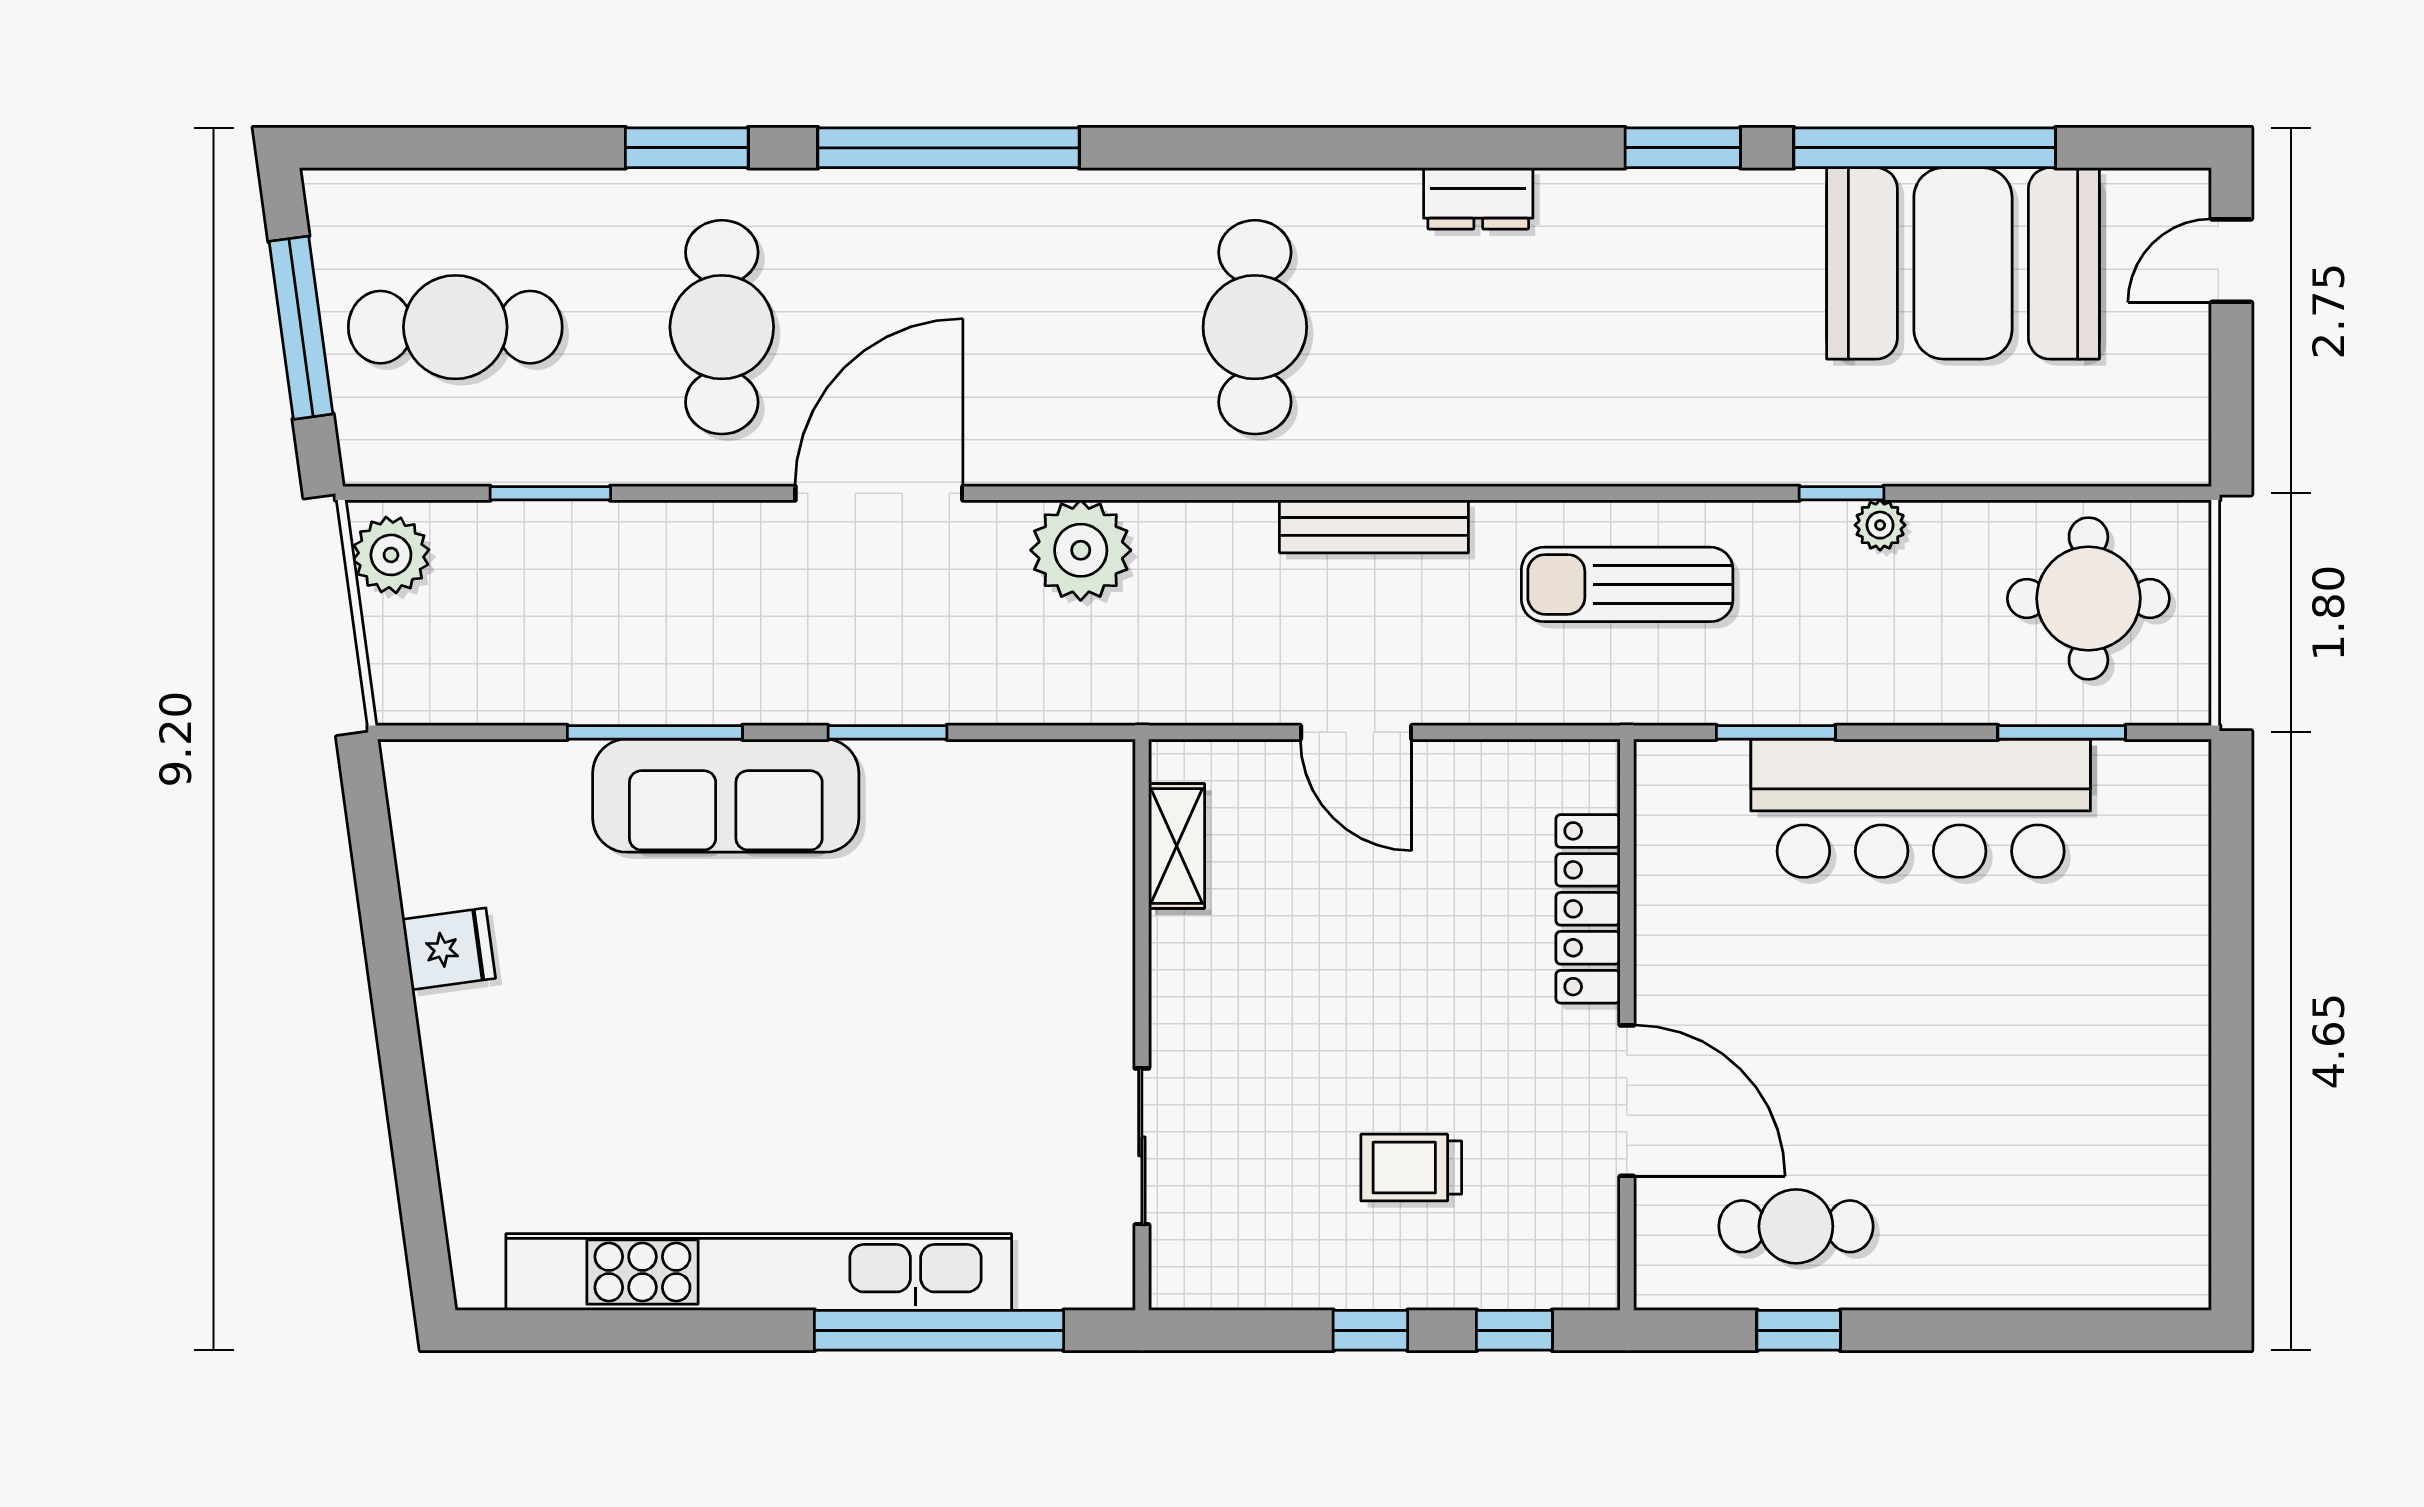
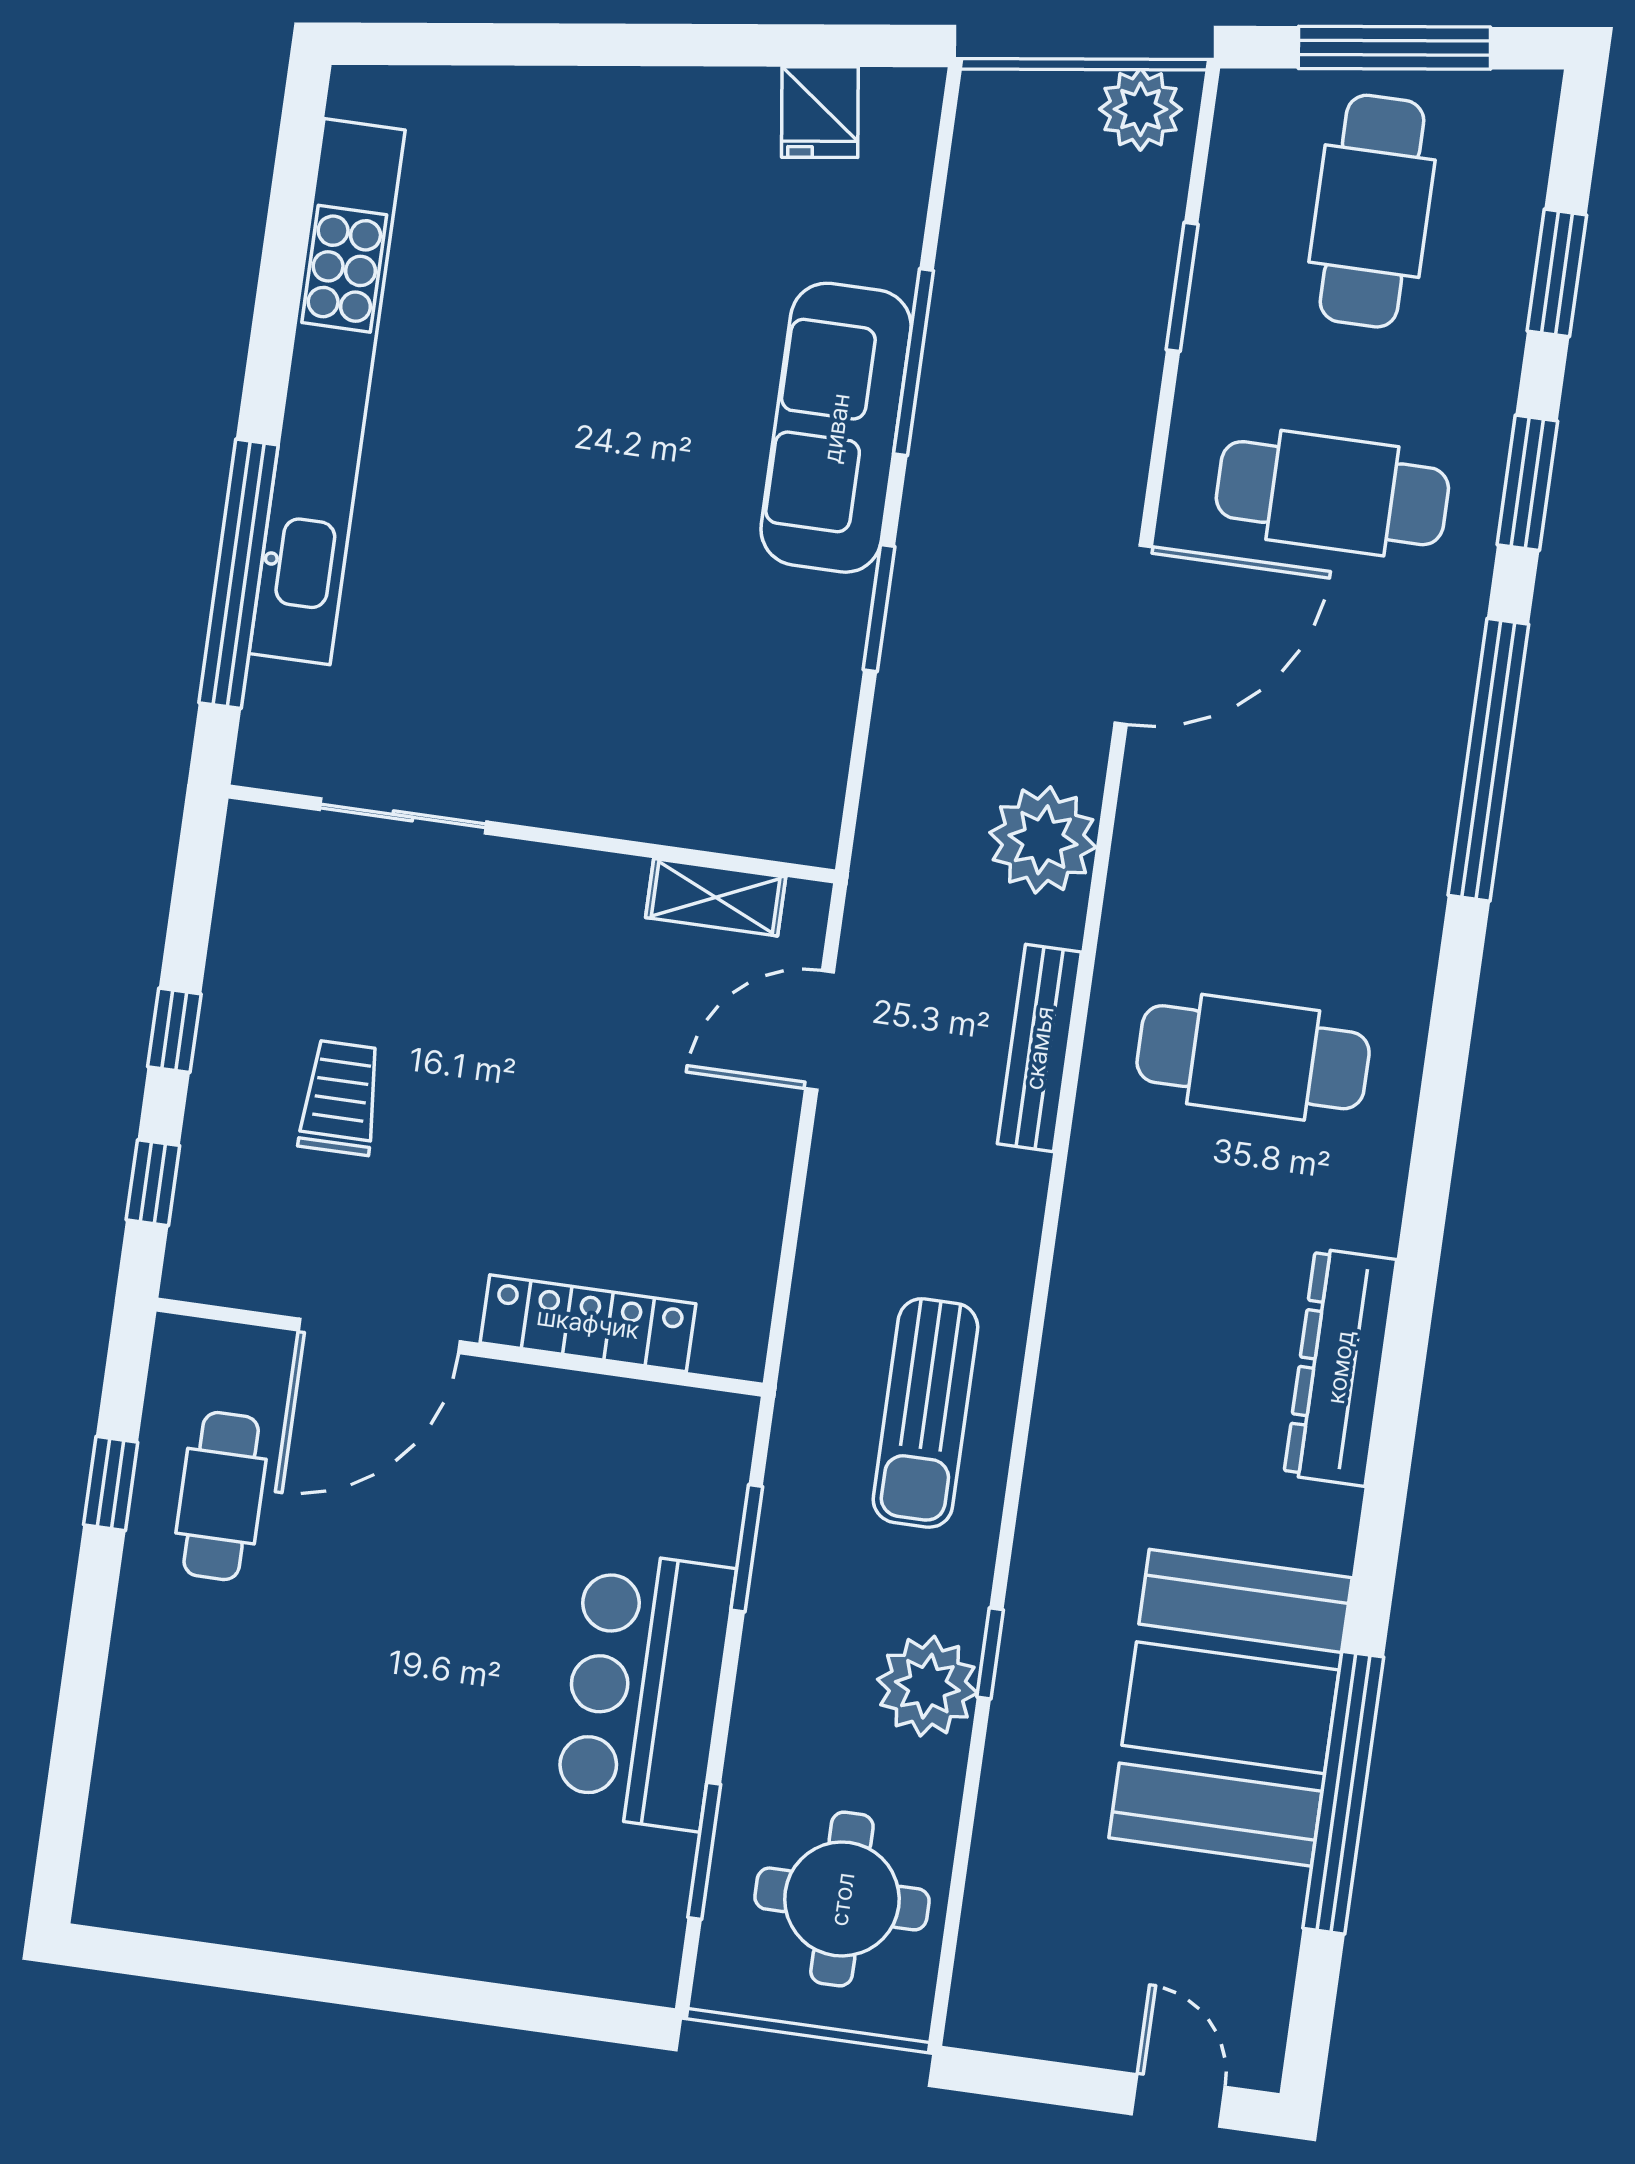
window: (1683, 148) -> (1557, 273), moved
dresser: (1478, 198) -> (1340, 1367), width x1.96, depth x1.24
booth: (1963, 263) -> (1230, 1708), moved
door: (879, 493) -> (1133, 635), hinge flipped
plant: (1880, 525) -> (927, 1686), width x1.88, depth x1.88
bench: (1374, 526) -> (1039, 1048), moved
sun lounger: (1627, 584) -> (925, 1413), turned 180
door: (1356, 732) -> (820, 1030), moved
bar counter: (1921, 808) -> (645, 1690), width x0.73
fridge: (449, 949) -> (820, 112), moved

